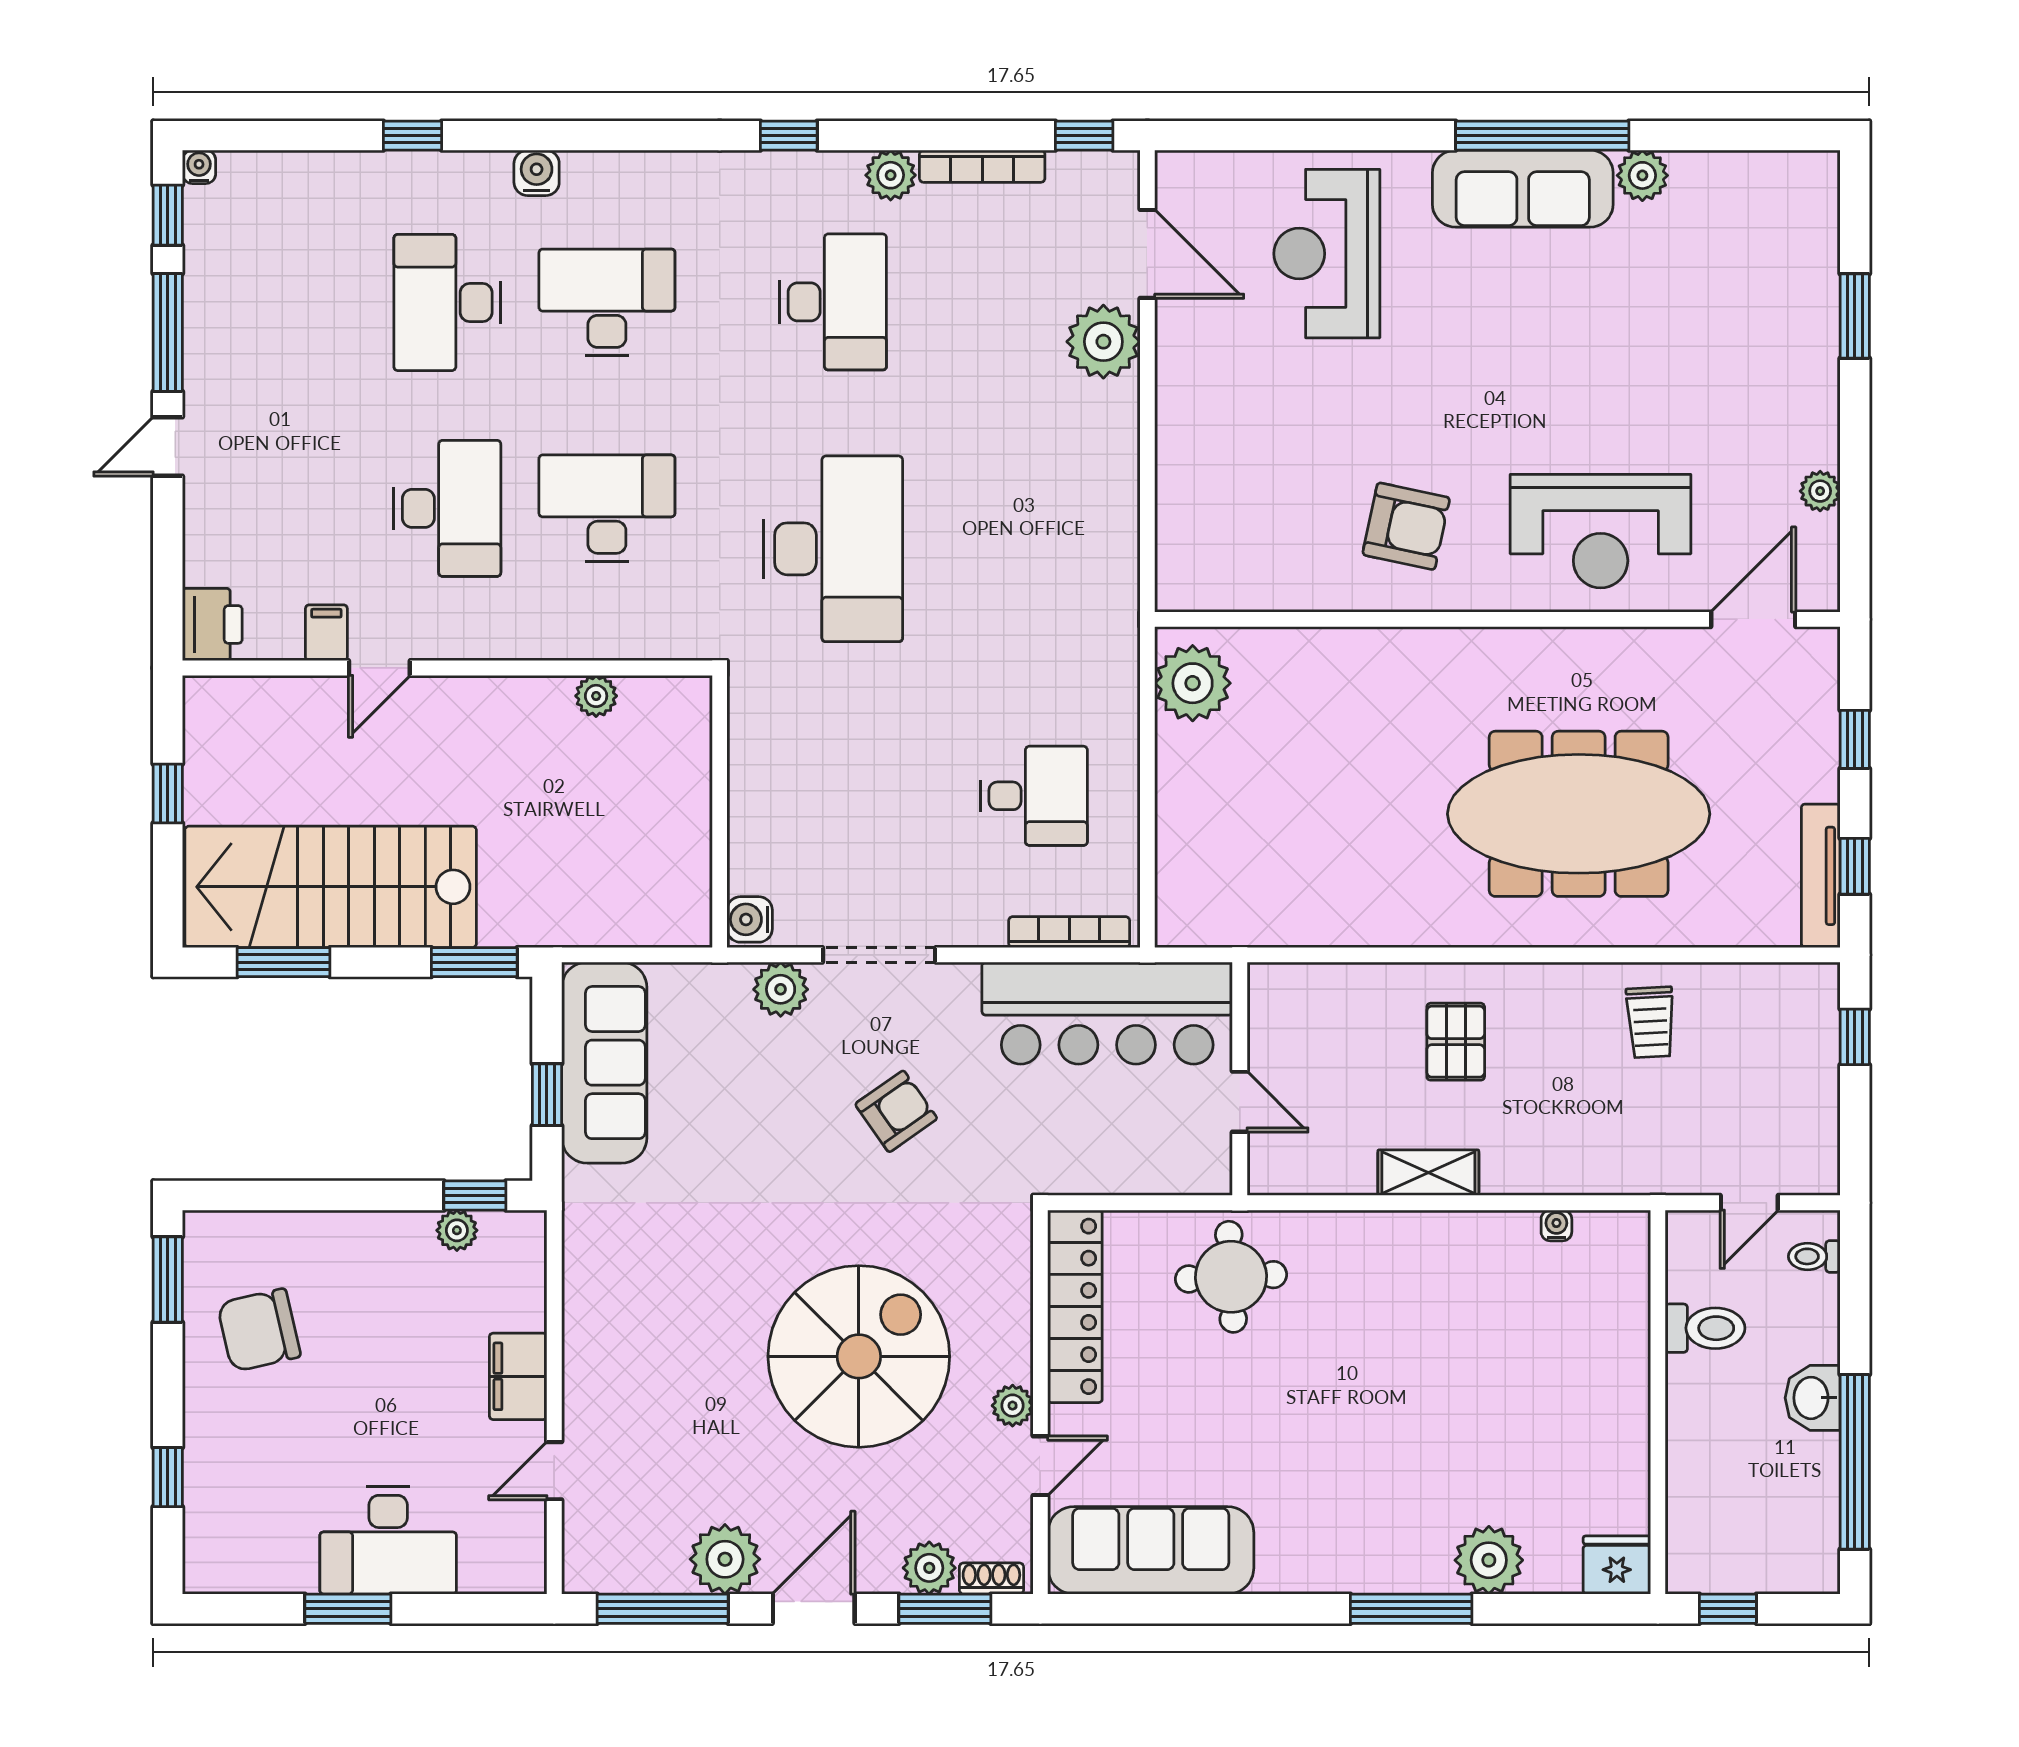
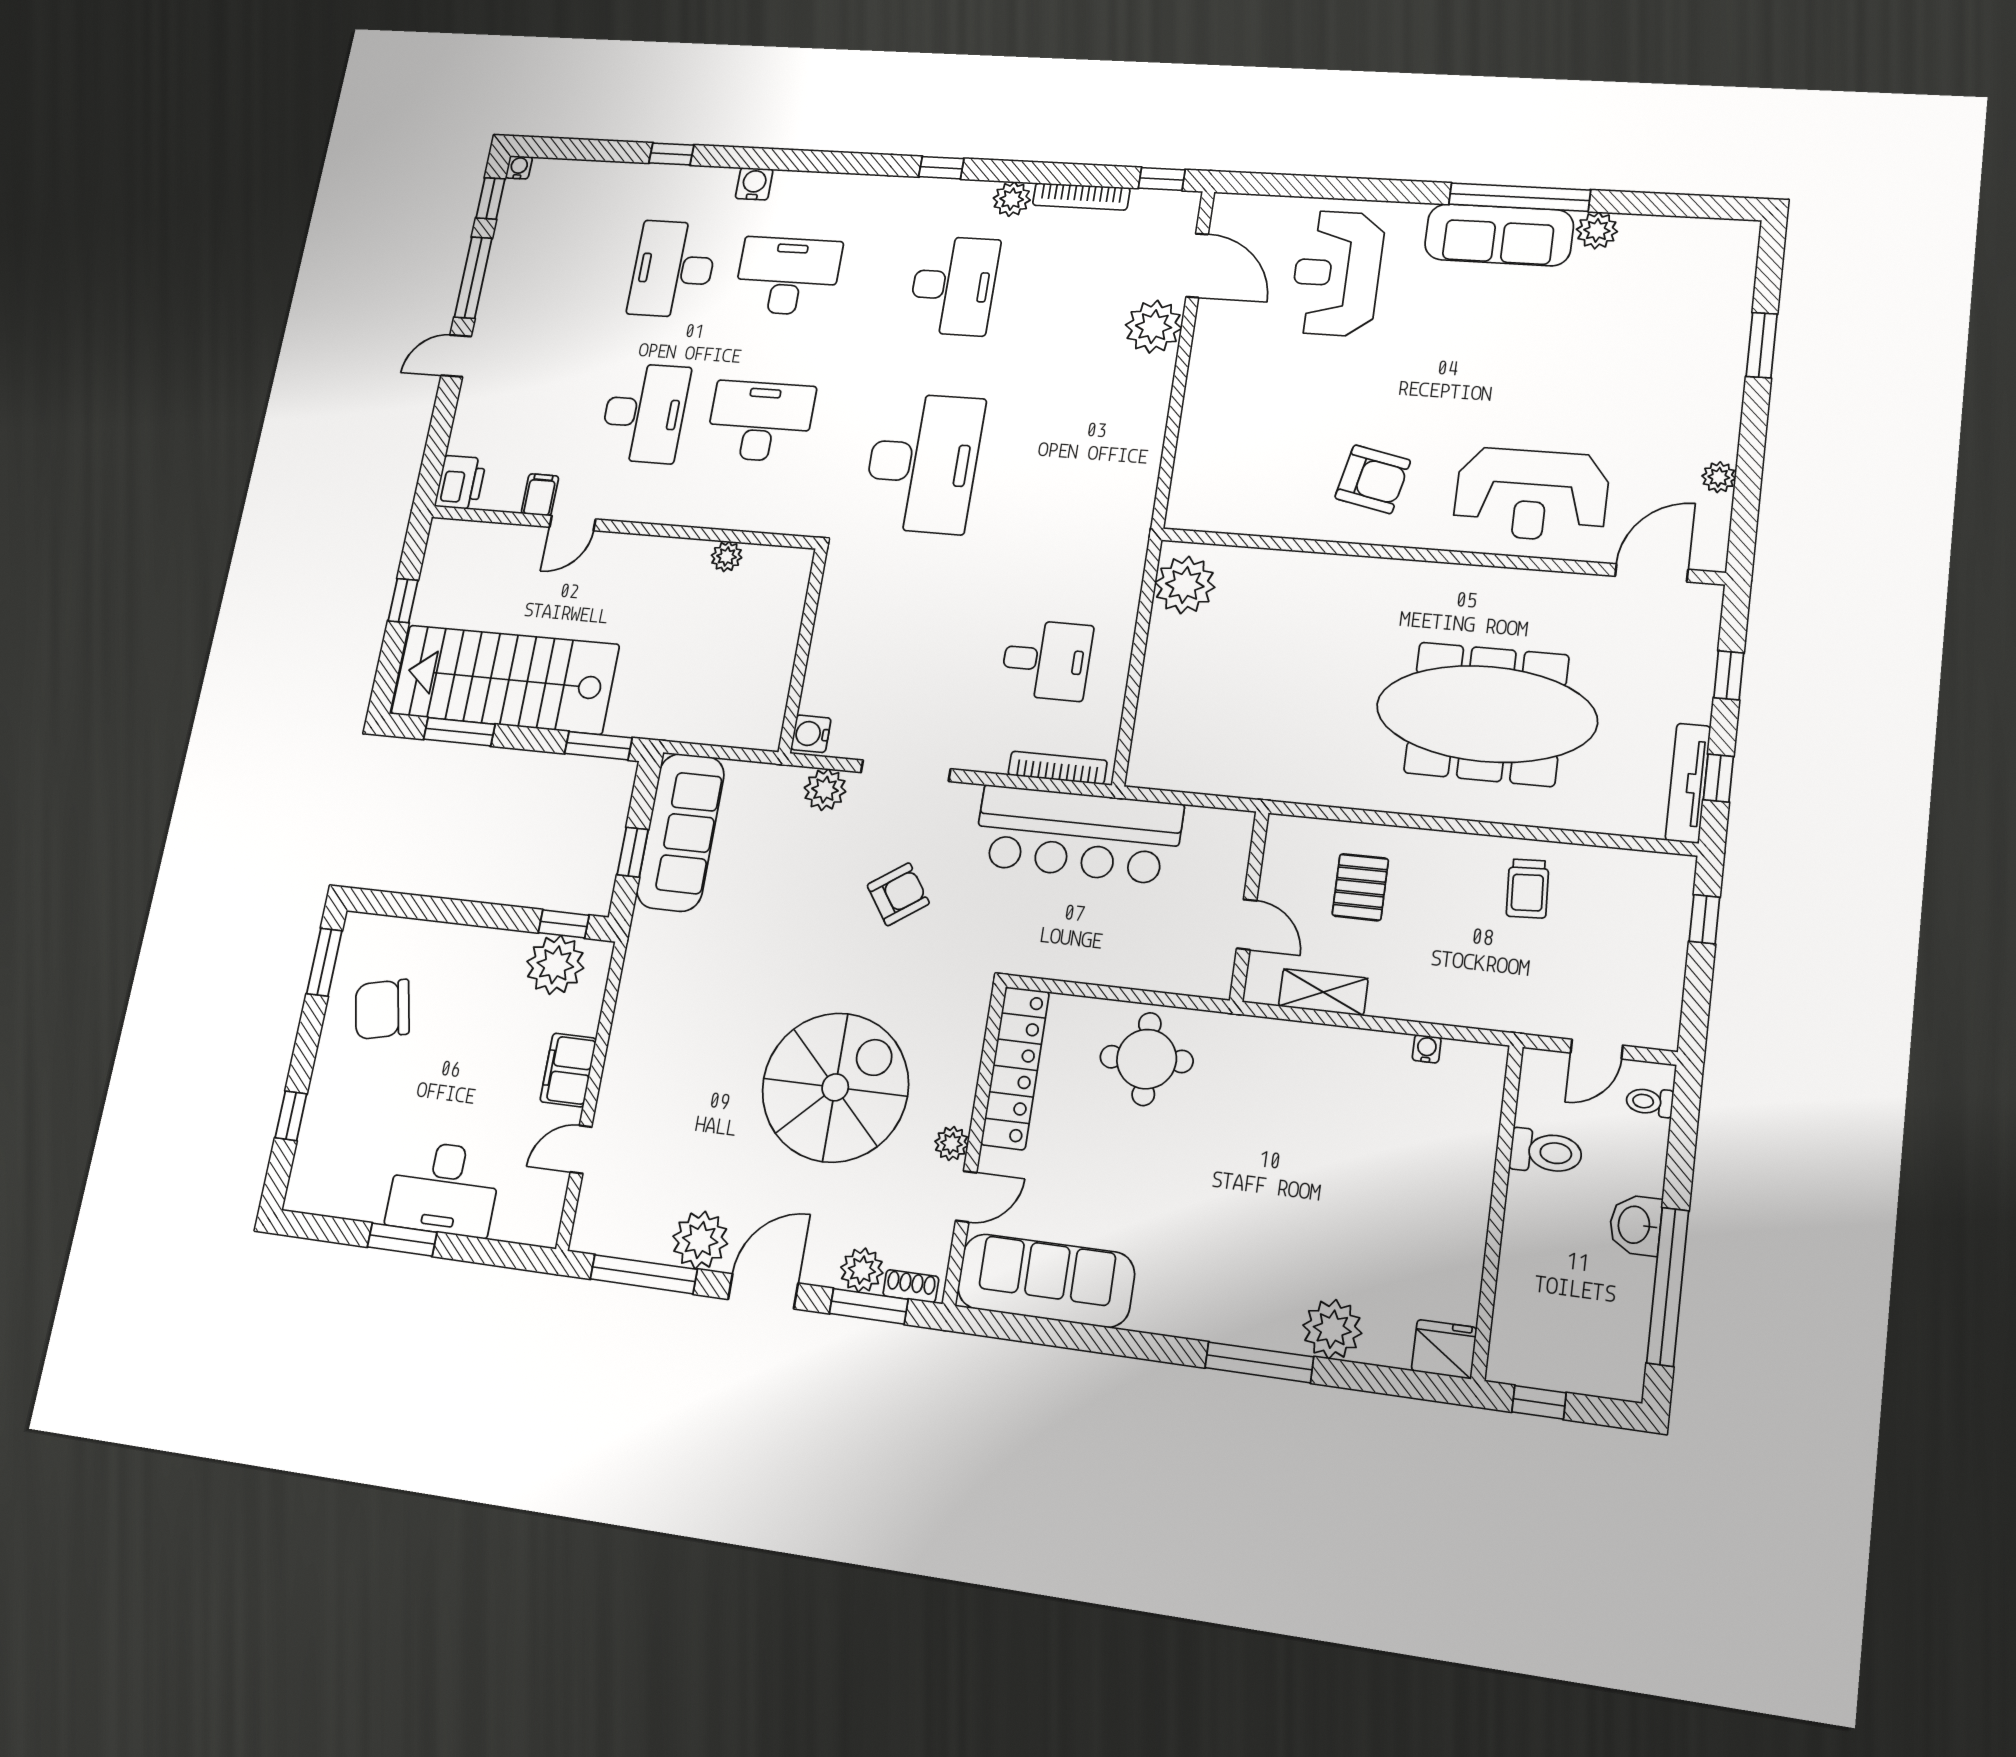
wall: (1240, 1079) -> (1249, 906), moved
door: (1240, 1102) -> (1247, 925), moved
plant: (457, 1230) -> (555, 965), width x1.88, depth x1.88

